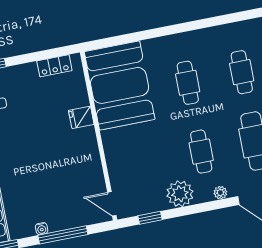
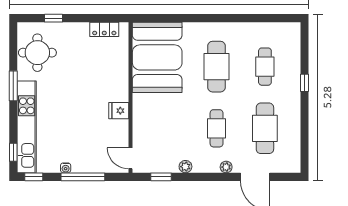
cafe table: (188, 83) -> (217, 67), width x1.37, depth x1.35
fridge: (81, 117) -> (119, 111), moved
plant: (180, 194) -> (185, 167), width x0.53, depth x0.53

